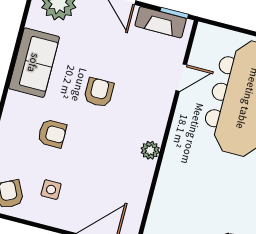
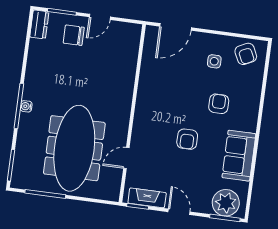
armchair: (52, 134) -> (219, 104), turned 90
plant: (150, 150) -> (143, 100), removed

